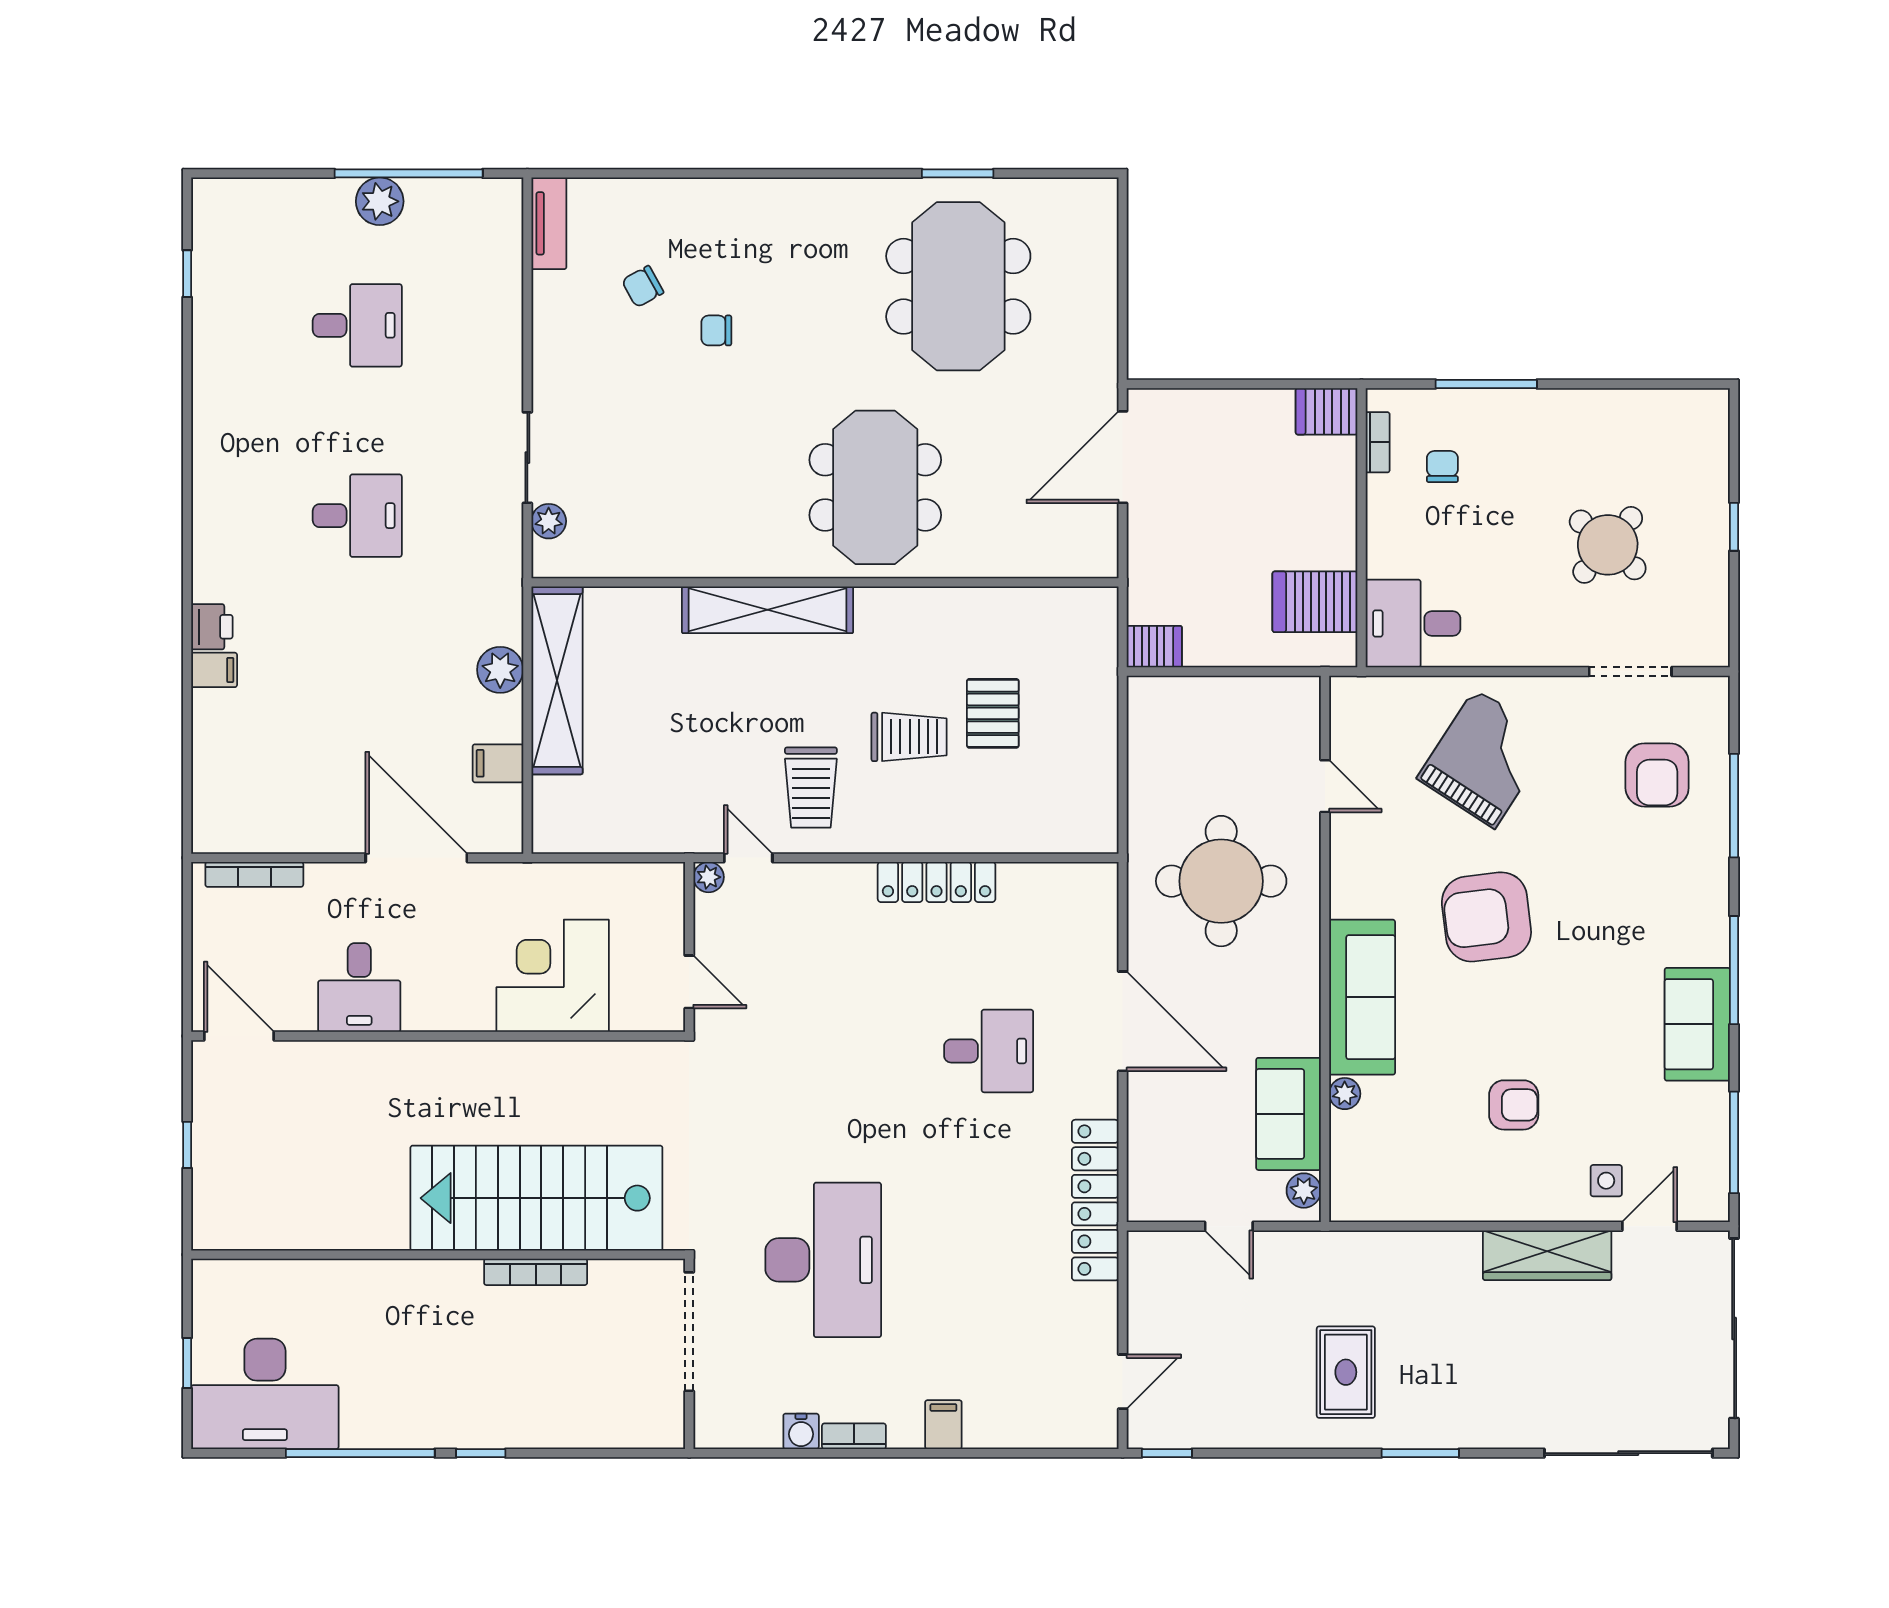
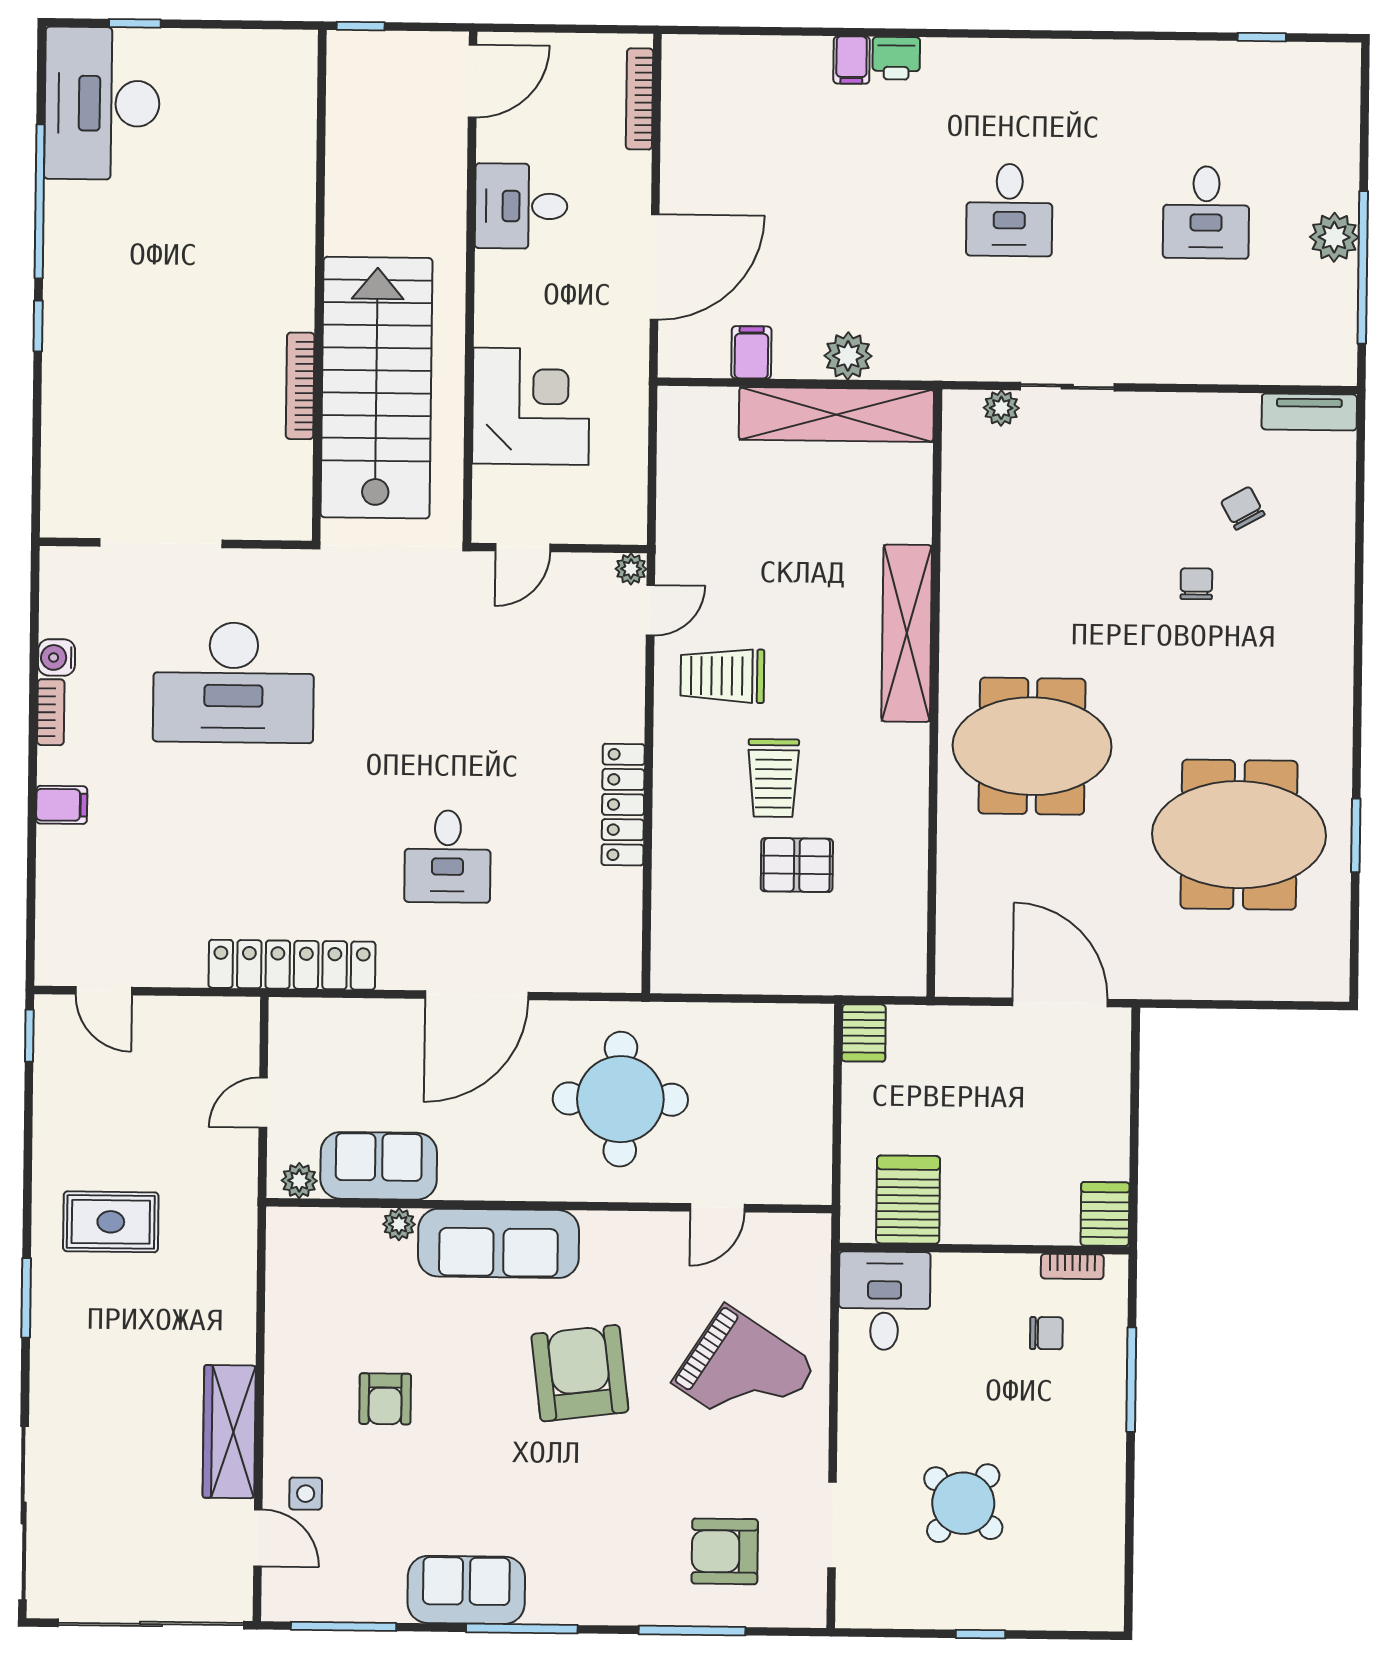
stairs: (536, 1198) -> (377, 388), moved
wall: (438, 1255) -> (319, 285), moved
bookcase: (536, 1272) -> (300, 386), moved

